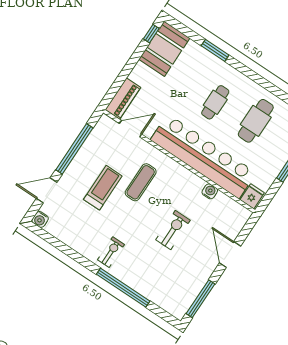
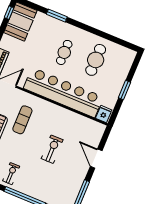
water cooler: (210, 191) -> (73, 117), removed

